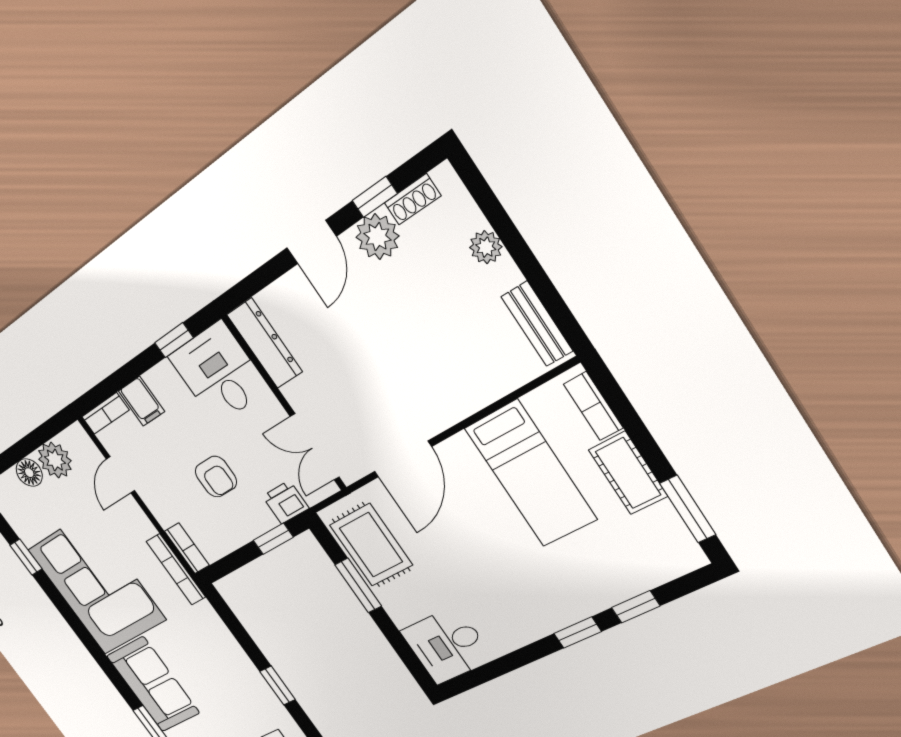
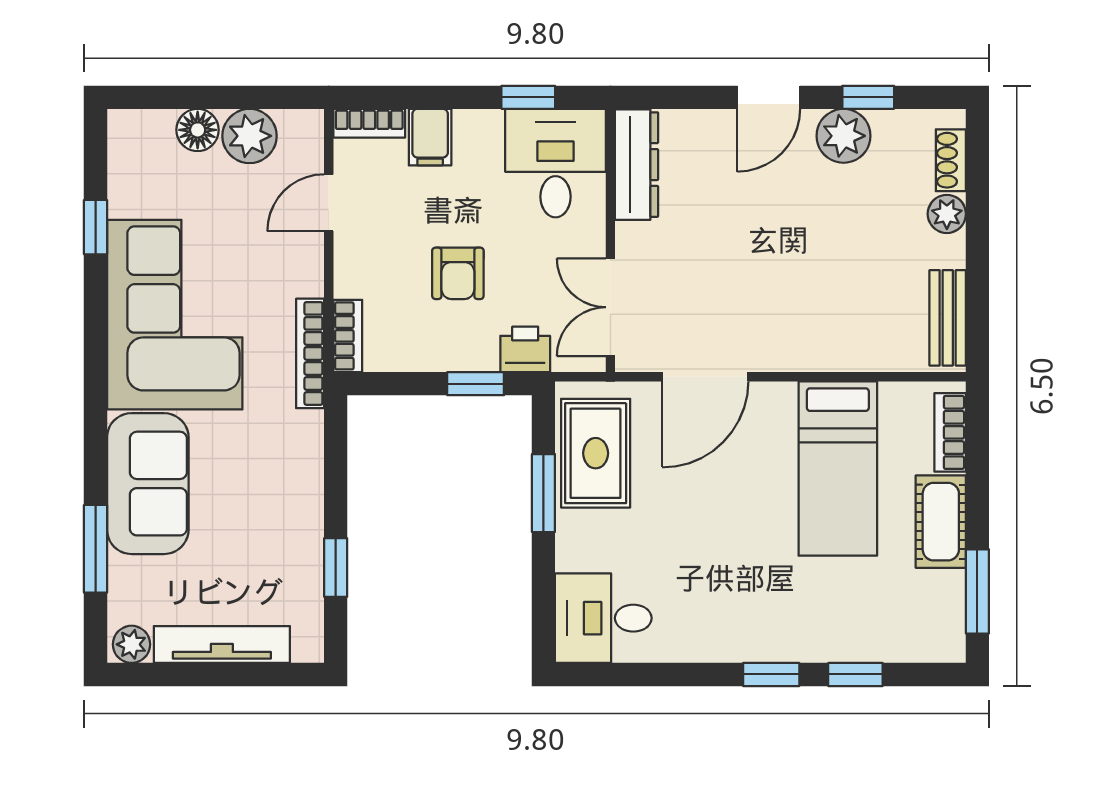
shoe rack: (413, 199) -> (951, 160), moved, turned 90

